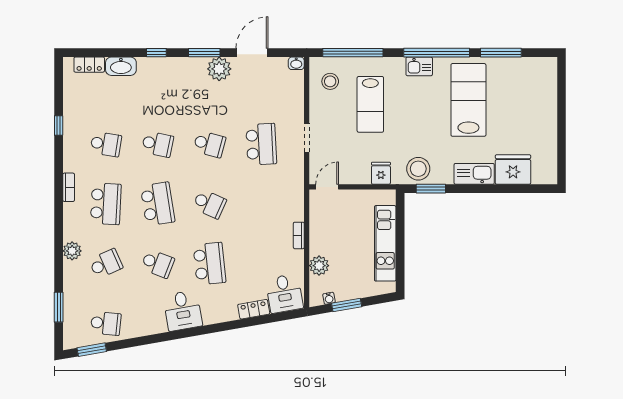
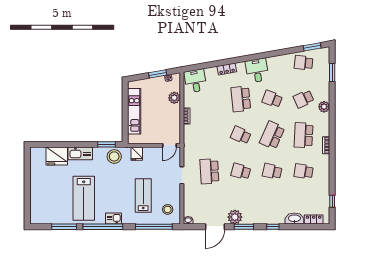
window: (59, 126) -> (332, 201), moved
school desk: (158, 204) -> (272, 135), turned 33
locker: (254, 309) -> (227, 69), moved

